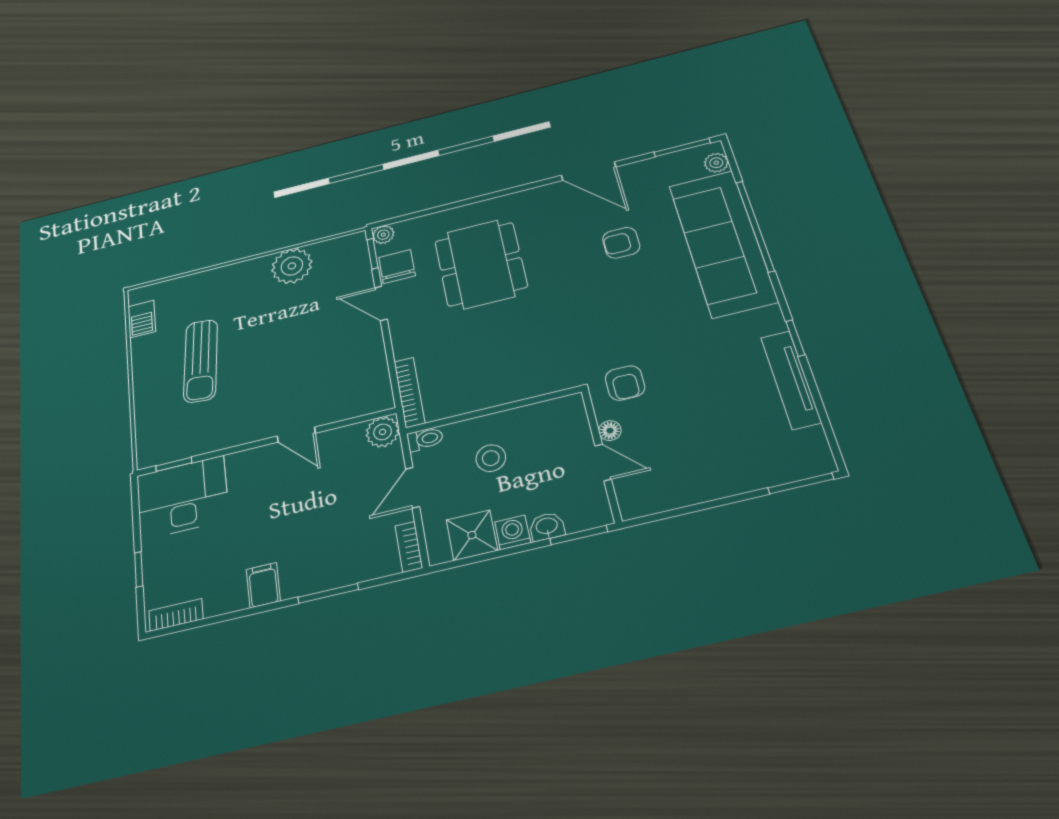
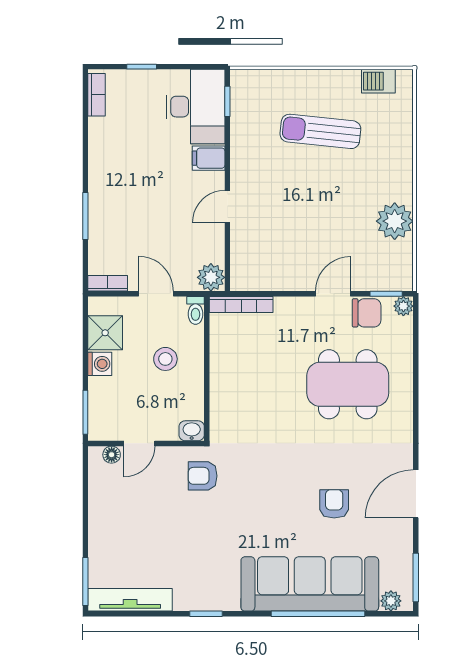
tv unit: (791, 380) -> (130, 600), moved
floor lamp: (610, 431) -> (112, 455), moved
washbasin: (547, 526) -> (192, 431), moved, turned -90
filing cabinet: (263, 585) -> (209, 158), moved, turned 180

